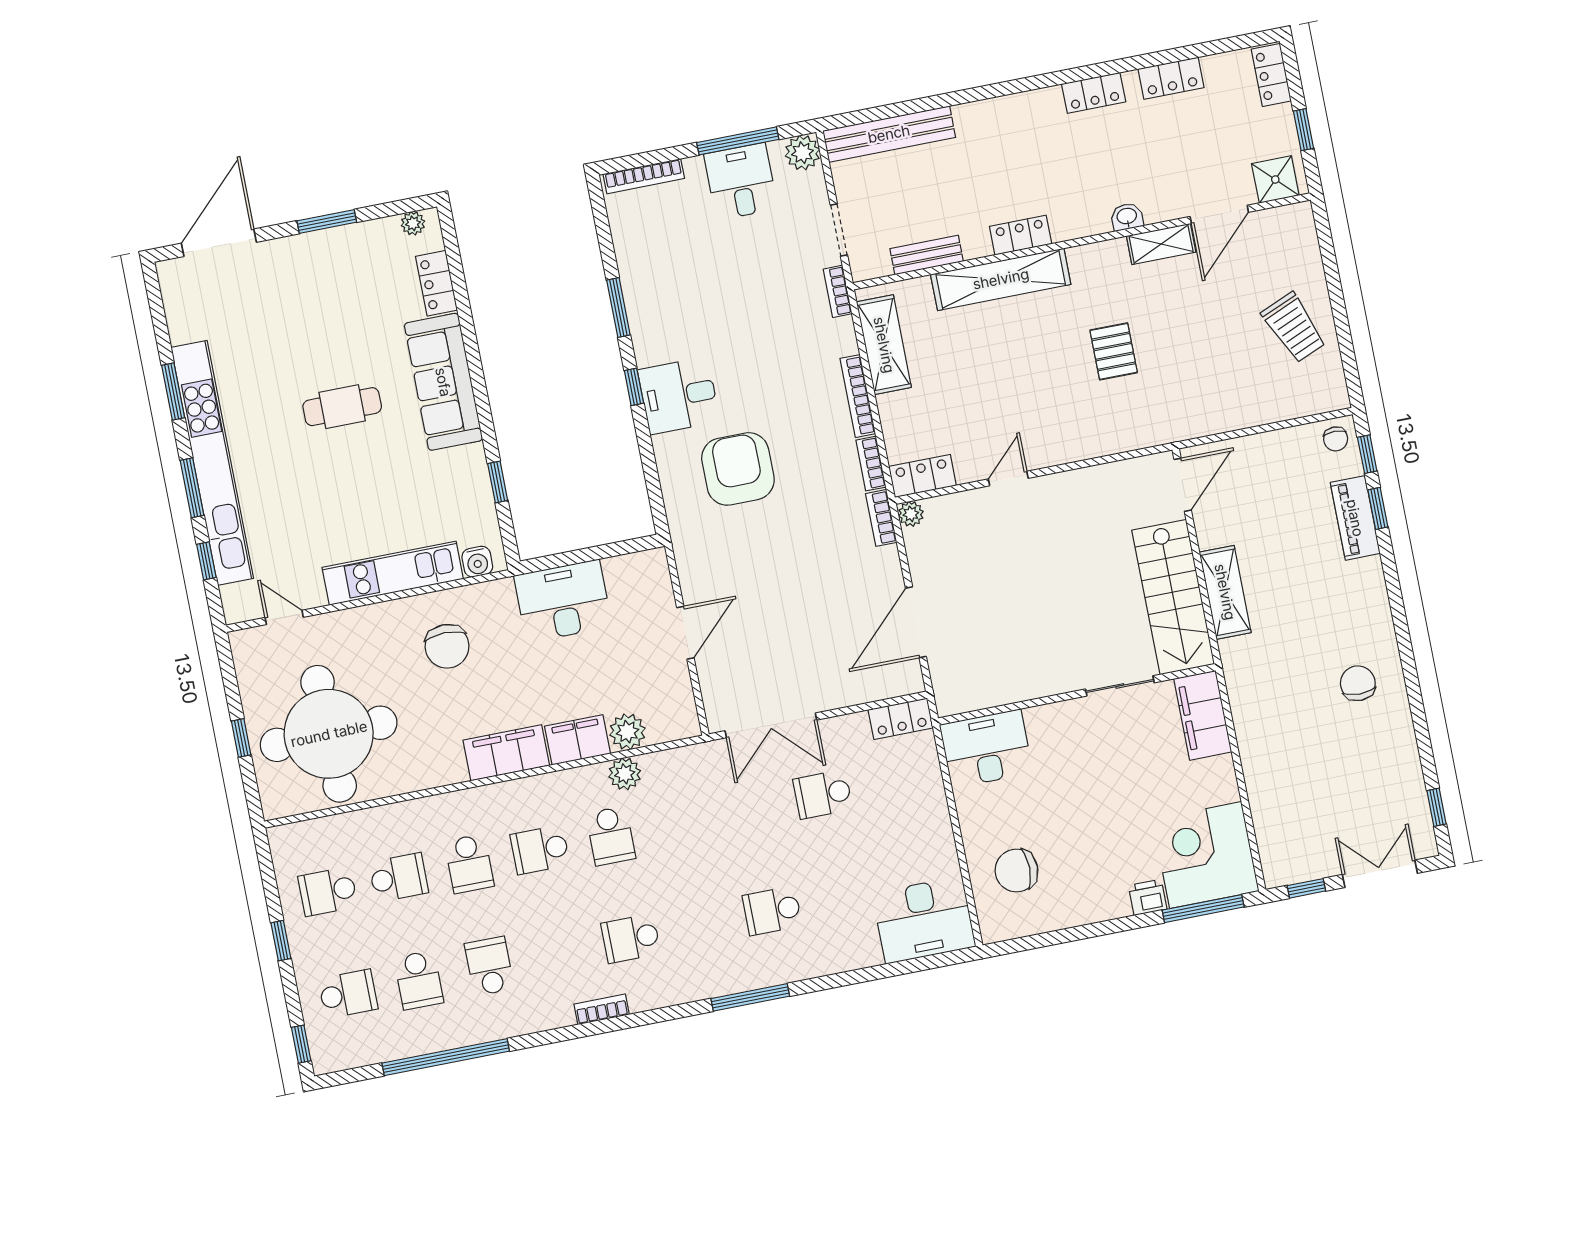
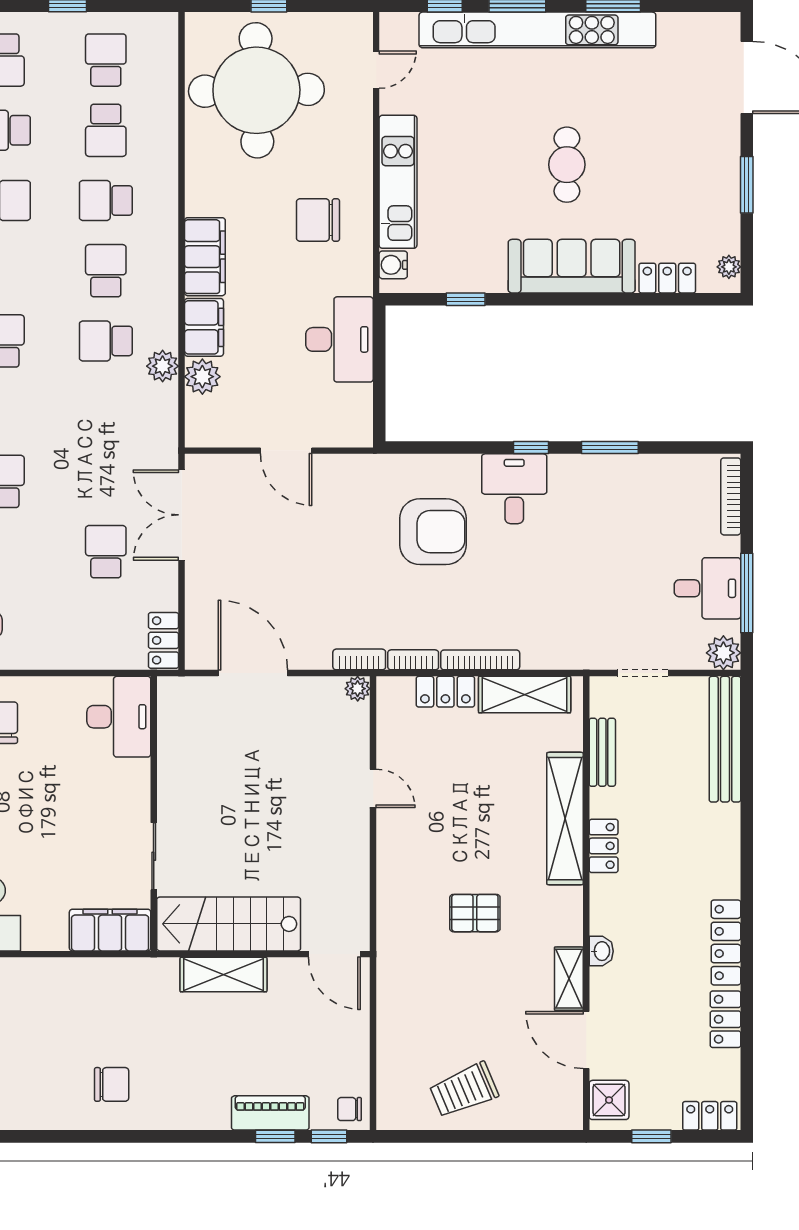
locker: (1094, 93) -> (726, 942), width x1.53
bookcase: (838, 291) -> (584, 660), removed
locker: (922, 476) -> (445, 692), moved, turned 90

